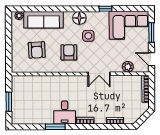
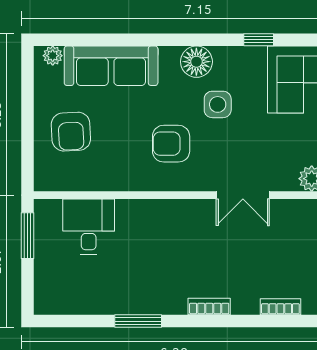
armchair: (37, 50) -> (71, 132), moved
armchair: (69, 52) -> (171, 144), turned -90
window: (9, 102) -> (28, 236), moved
desk: (65, 113) -> (89, 227), moved, turned 180

